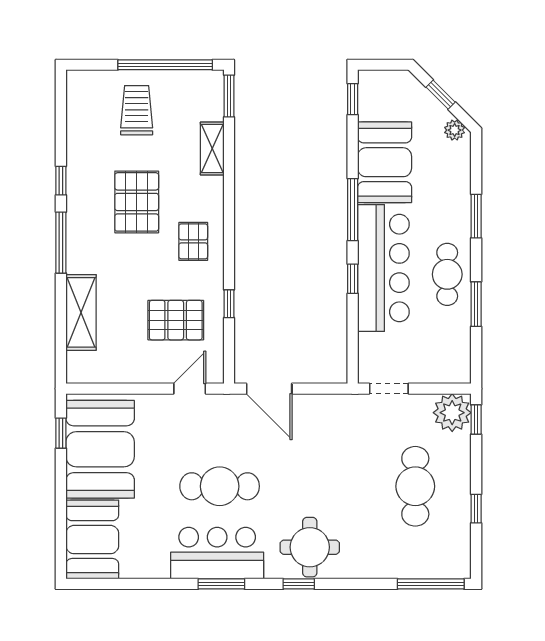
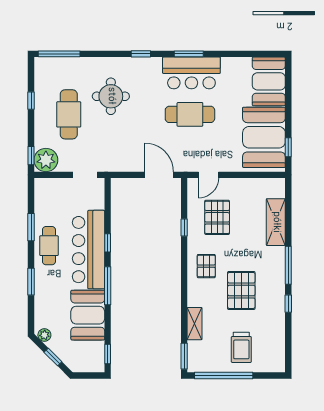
pallet: (176, 320) -> (217, 217), turned 90
round table: (310, 547) -> (111, 96), moved

